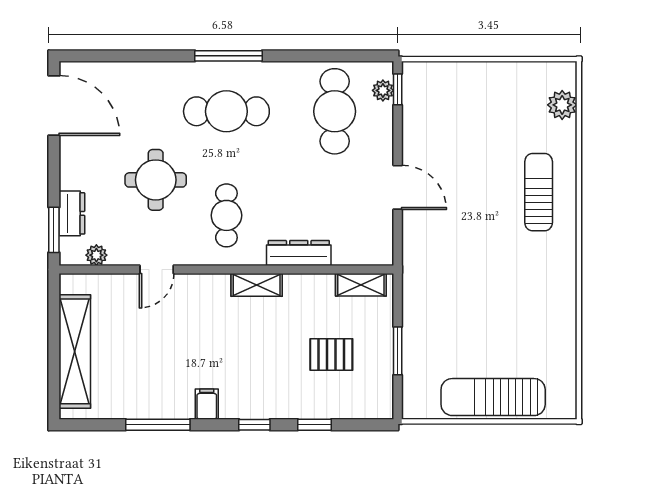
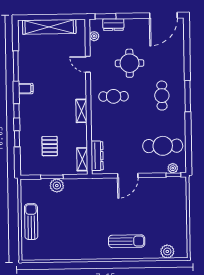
cafe table: (226, 111) -> (162, 96), width x0.73, depth x0.74
dresser: (299, 253) -> (97, 156), moved
plant: (416, 341) -> (57, 186), added
sun lounger: (493, 397) -> (31, 222), width x0.73, depth x0.75

